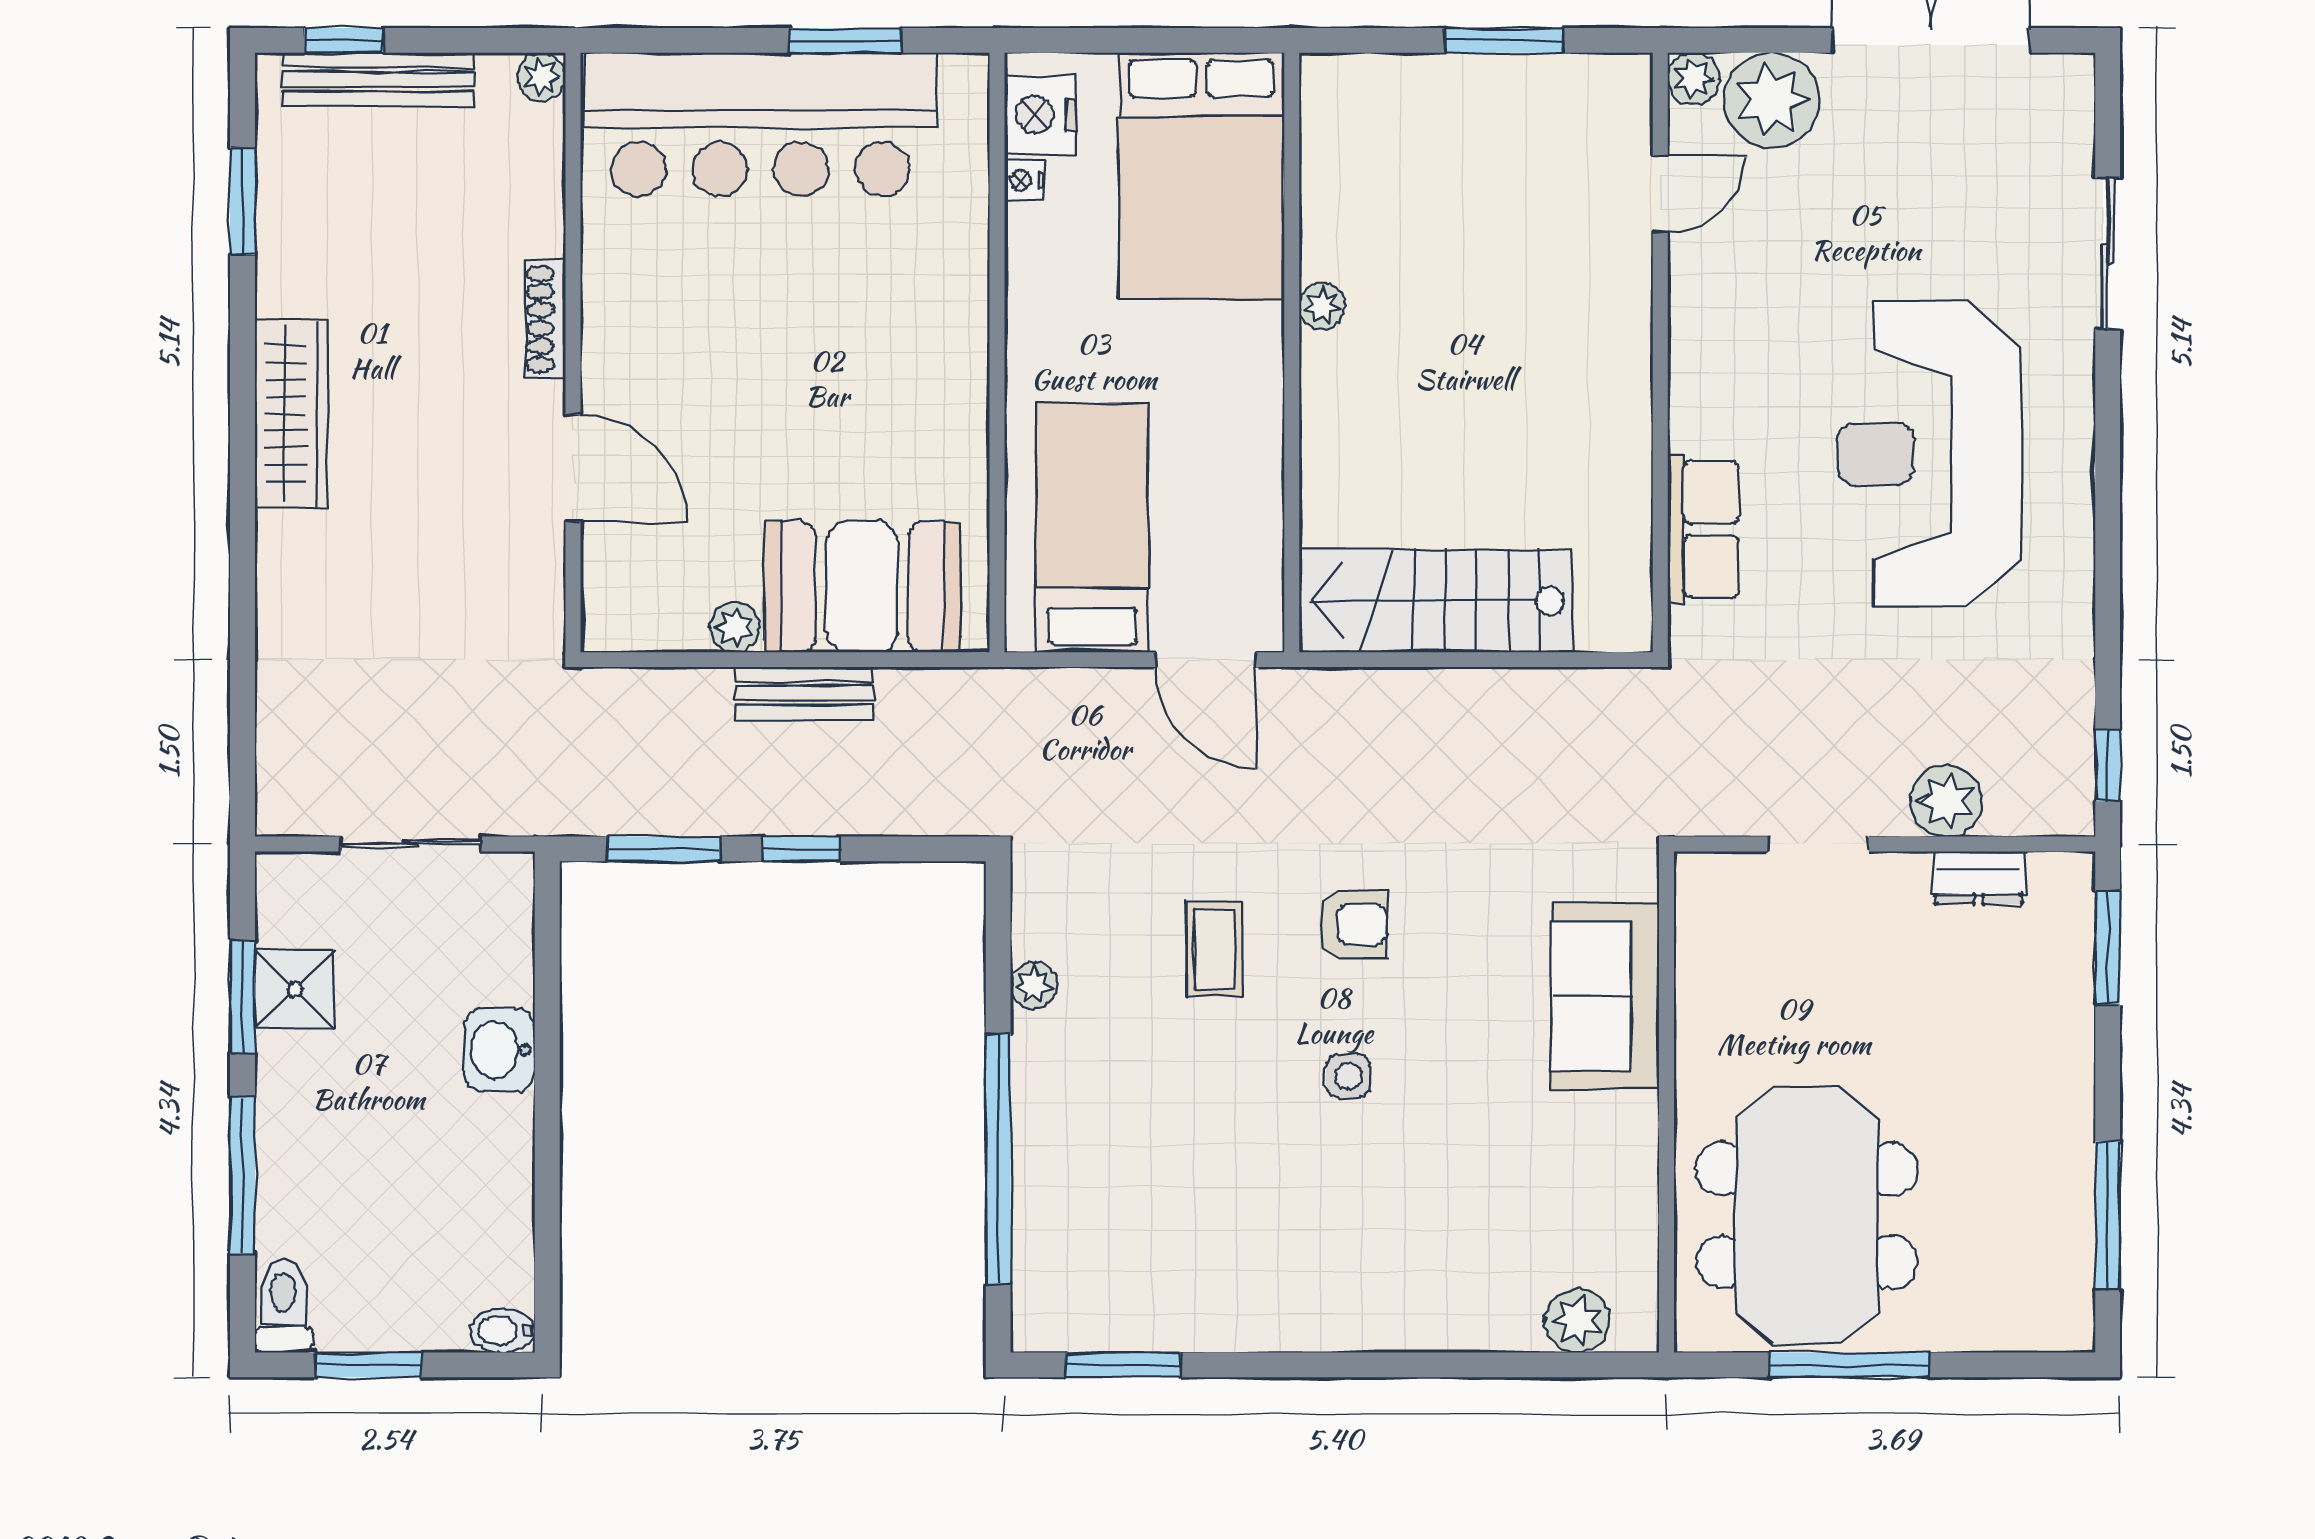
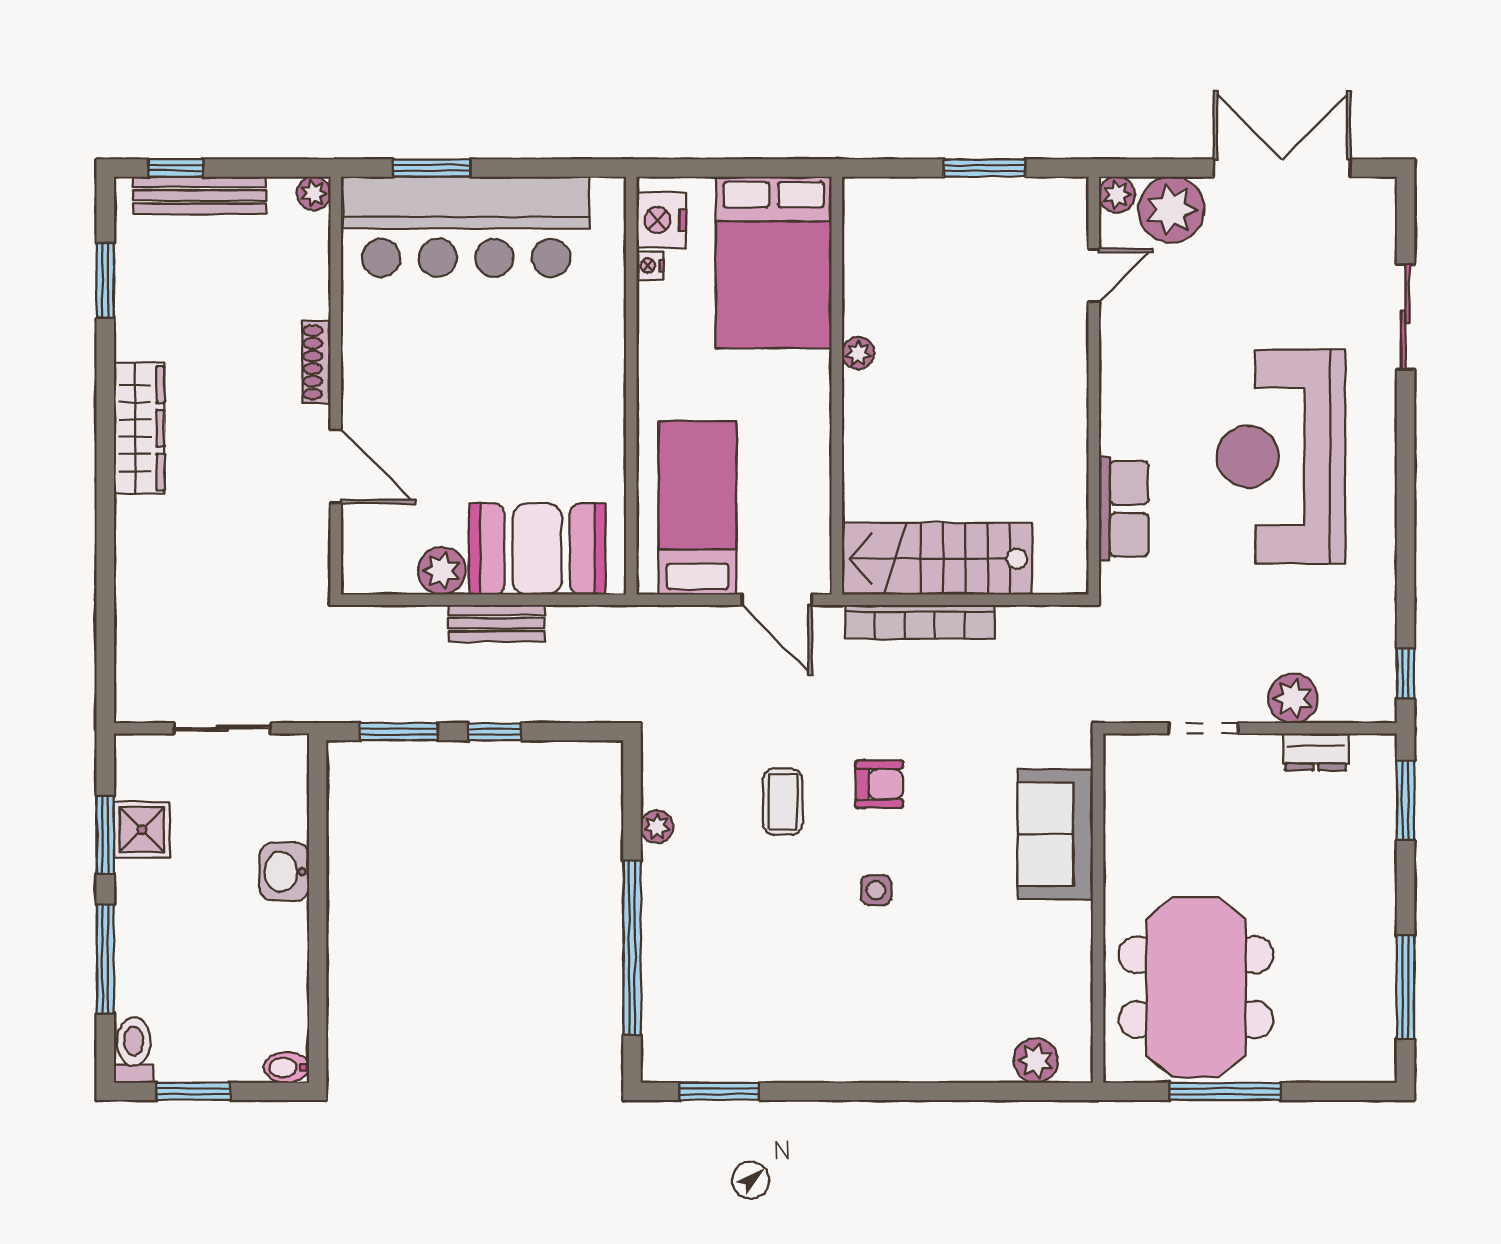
window: (845, 40) -> (432, 168), moved
plant: (735, 627) -> (442, 571), width x1.38, depth x1.38
bookcase: (1411, 691) -> (920, 622), added

